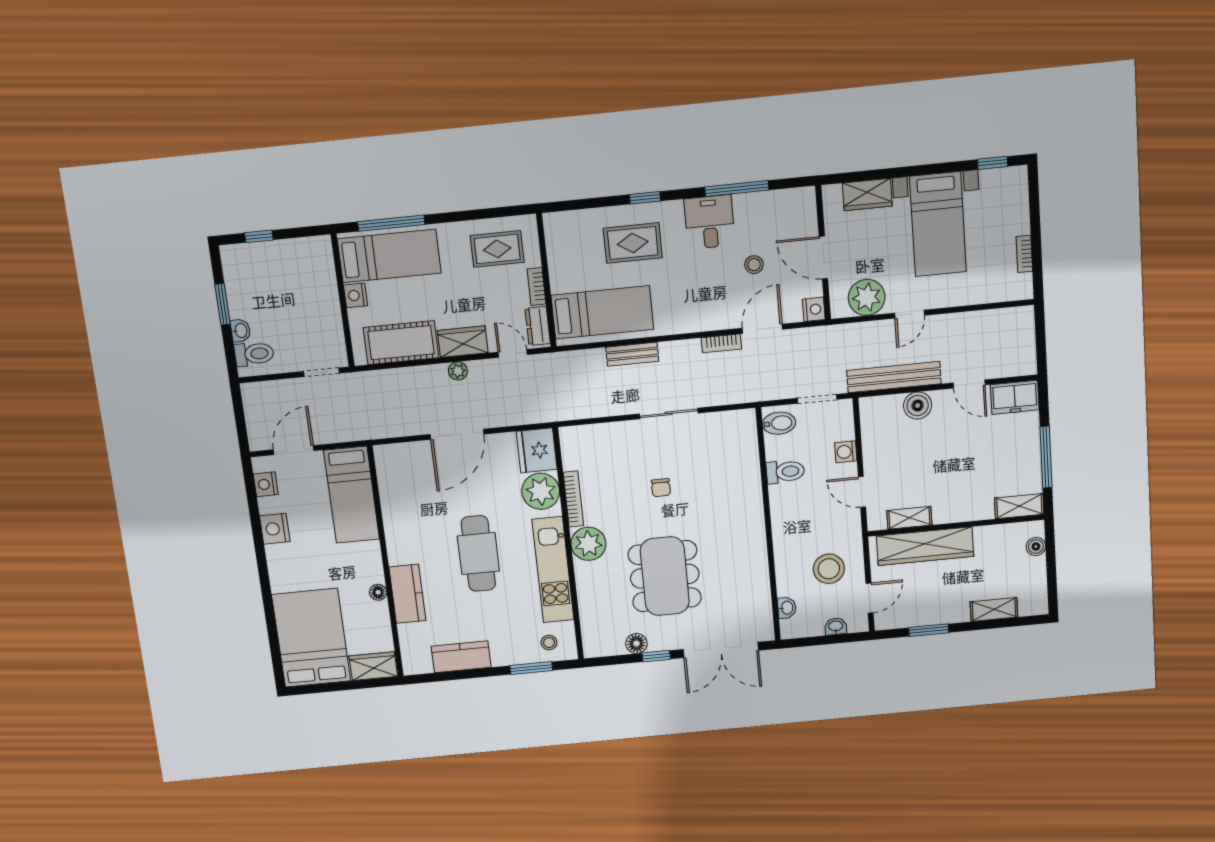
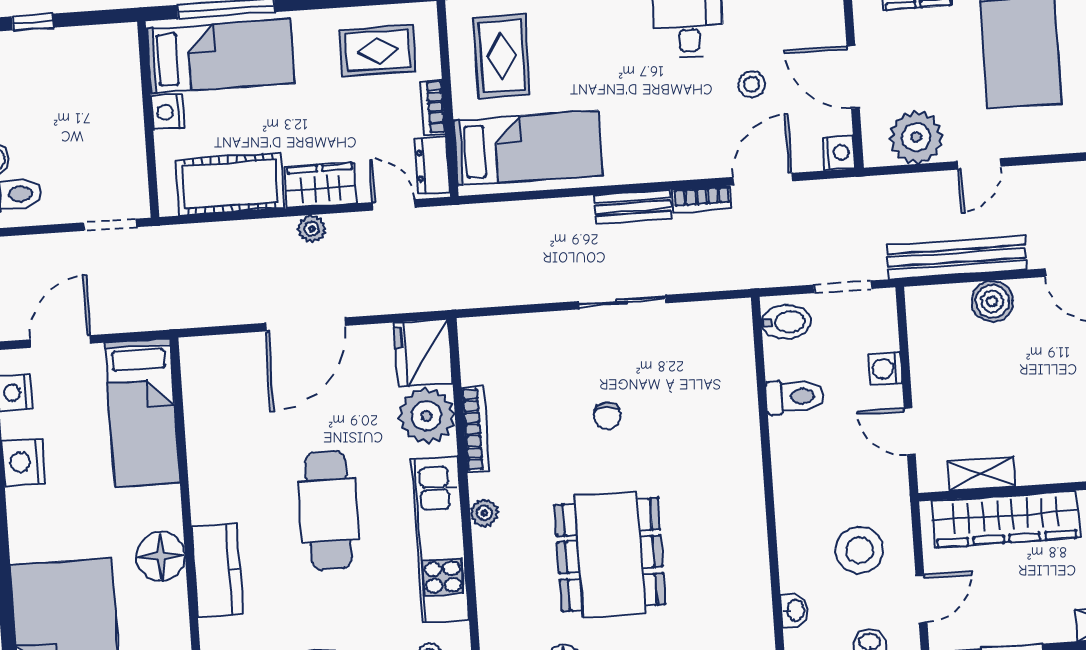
rug: (633, 243) -> (502, 56), moved, turned 90
bench: (632, 354) -> (633, 207), moved
plant: (588, 544) -> (484, 513), width x0.53, depth x0.53
floor lamp: (378, 592) -> (161, 556), width x1.89, depth x1.89

